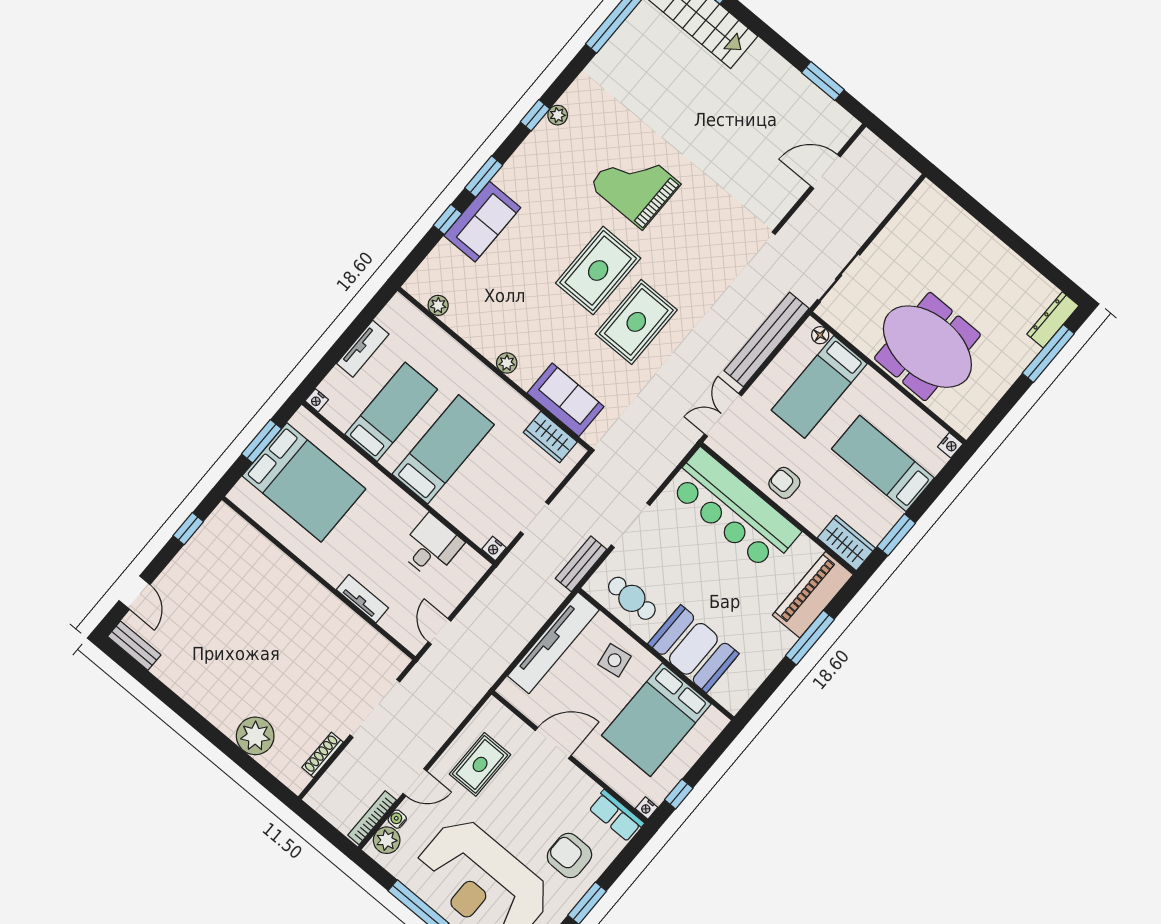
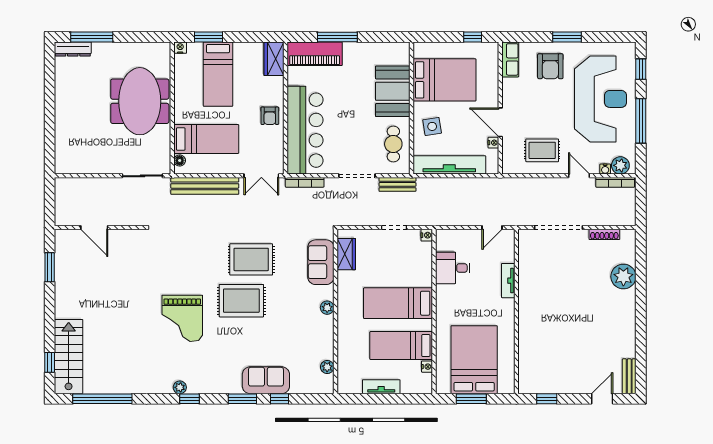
nightstand: (317, 400) -> (427, 367), moved
bookcase: (674, 459) -> (305, 182), added
window: (896, 535) -> (208, 37), moved
nightstand: (647, 808) -> (493, 143), moved

